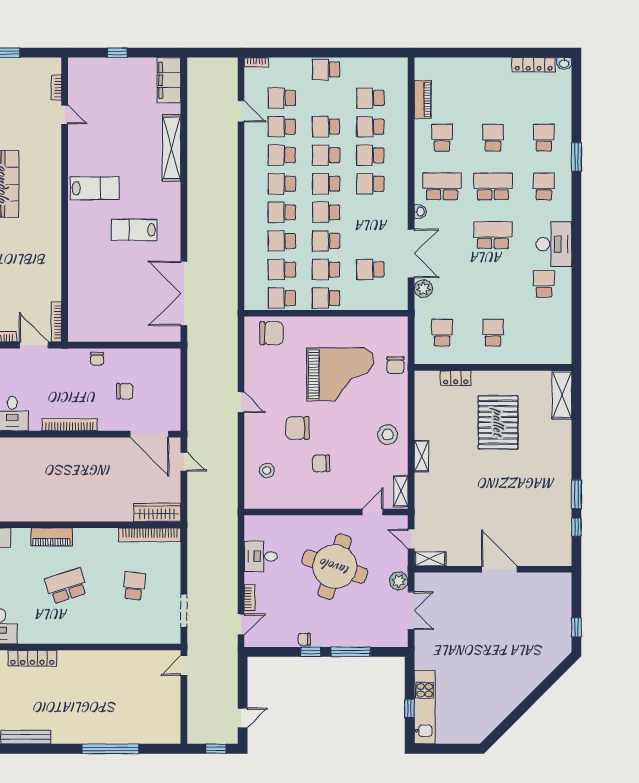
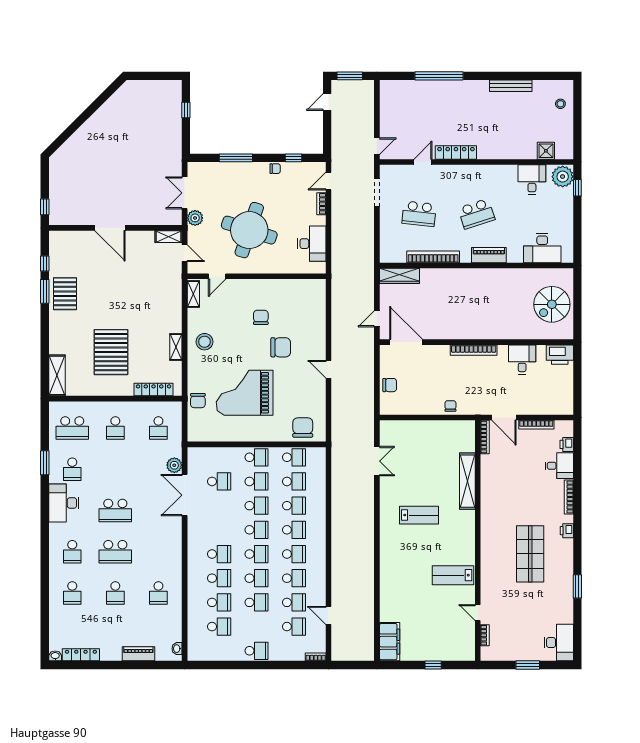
piano: (423, 100) -> (138, 654), moved, turned 90
shelving: (172, 148) -> (467, 481), moved
window: (576, 157) -> (45, 463), moved
school desk: (442, 186) -> (72, 428), moved
lab bench: (95, 188) -> (453, 575), moved
washbasin: (420, 212) -> (177, 649), moved
double door: (184, 293) -> (377, 461), width x0.54
chair: (272, 333) -> (303, 428), turned 90
chair: (395, 365) -> (198, 401), turned 180
locker: (456, 378) -> (154, 390), width x1.53
chair: (125, 391) -> (390, 385), moved, turned 180
shelving: (421, 456) -> (176, 347), moved
door: (184, 462) -> (377, 319), hinge flipped
chair: (321, 463) -> (261, 317), turned -89
stool: (267, 470) -> (307, 311), removed
pallet: (552, 491) -> (65, 294), added
bookcase: (150, 535) -> (433, 257), moved
desk: (261, 556) -> (312, 244), width x1.37
school desk: (134, 586) -> (419, 214), width x1.85
window: (576, 627) -> (45, 207), moved
door: (130, 647) -> (423, 162), added
window: (311, 652) -> (294, 158), moved
locker: (32, 658) -> (456, 152), moved
kitchen unit: (425, 707) -> (173, 111), removed
window: (216, 749) -> (350, 76), width x1.50

